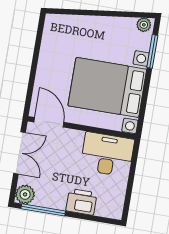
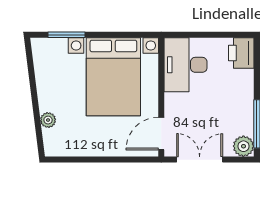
plant: (144, 25) -> (48, 120), moved
printer: (81, 202) -> (241, 53), moved

